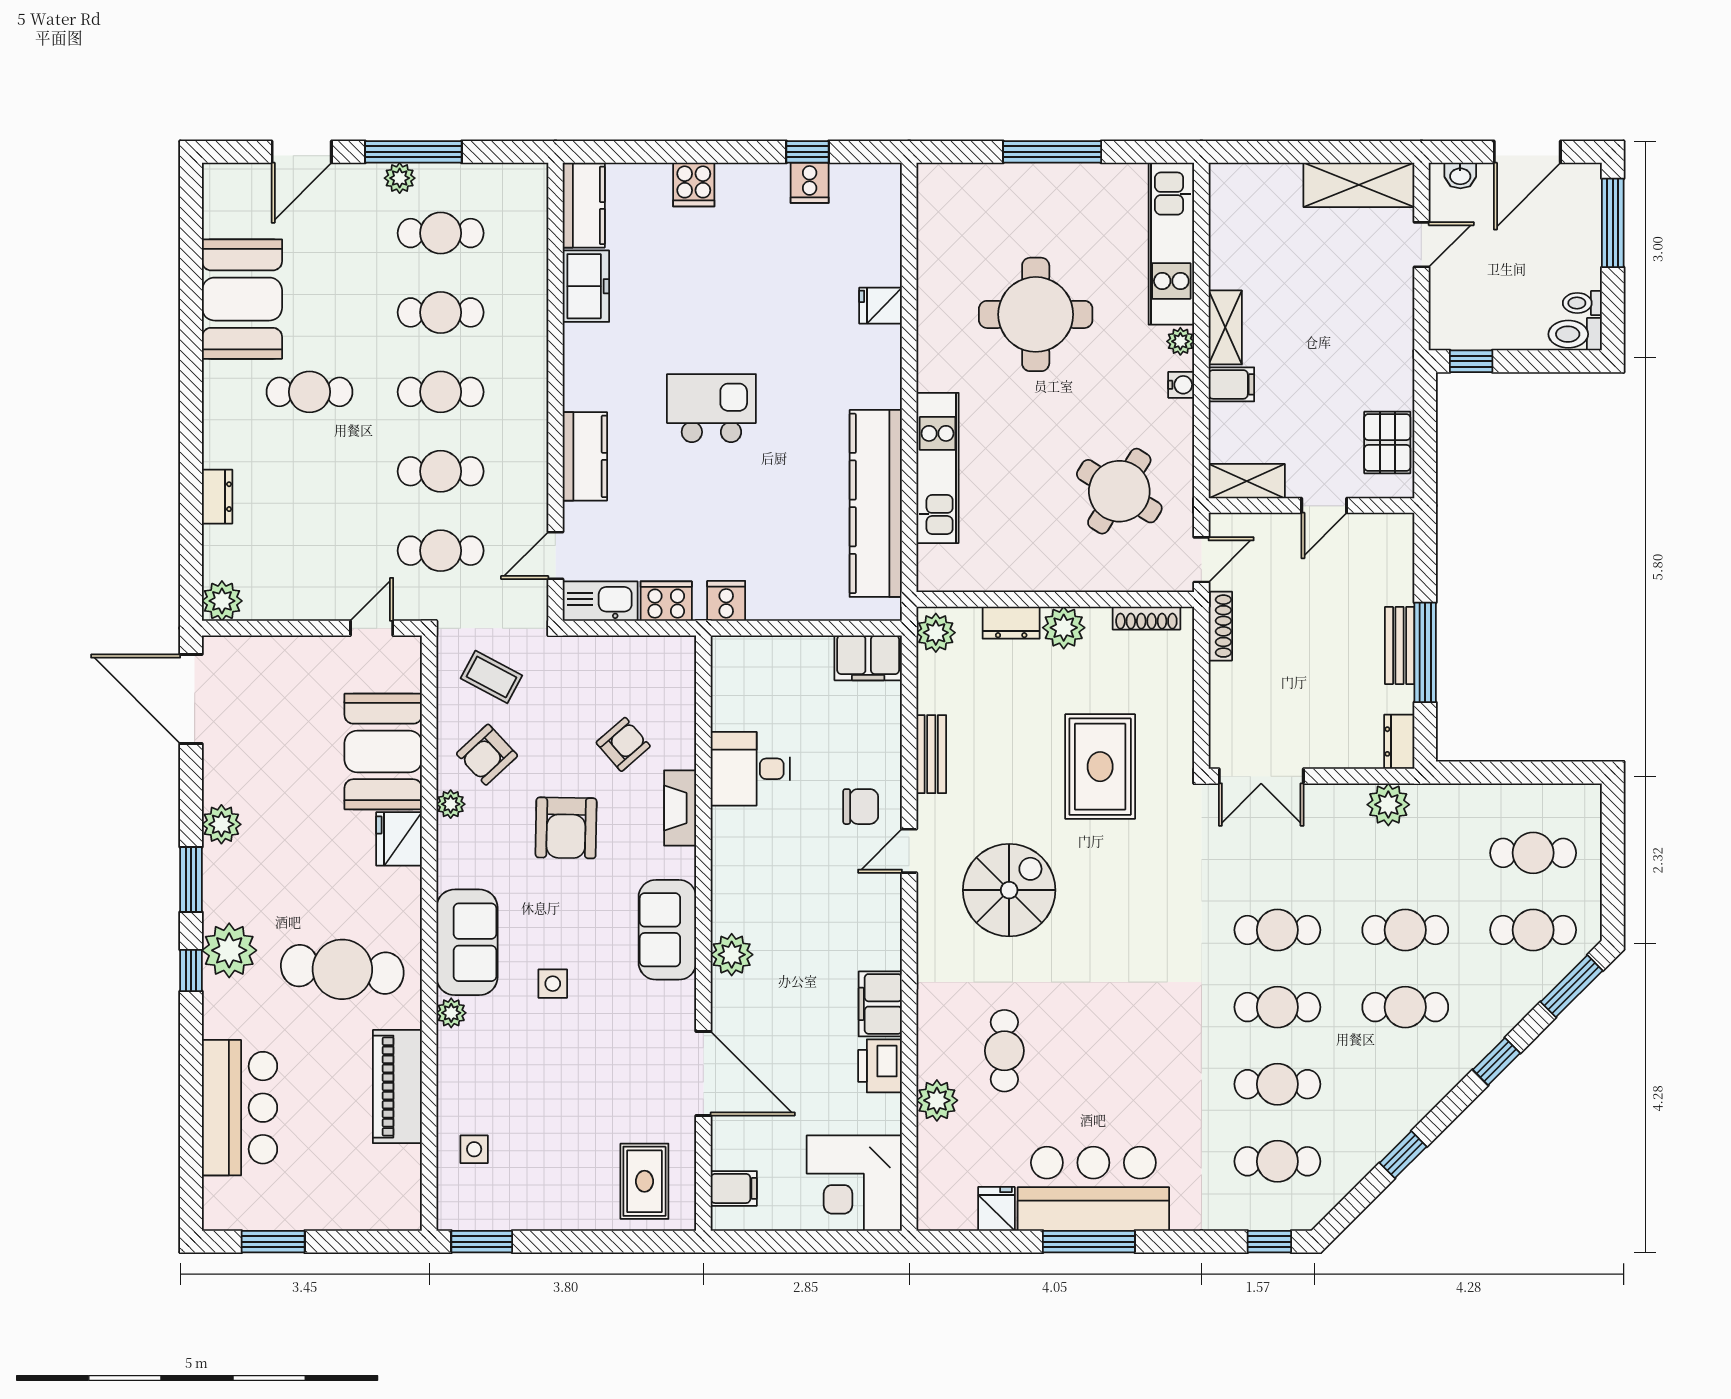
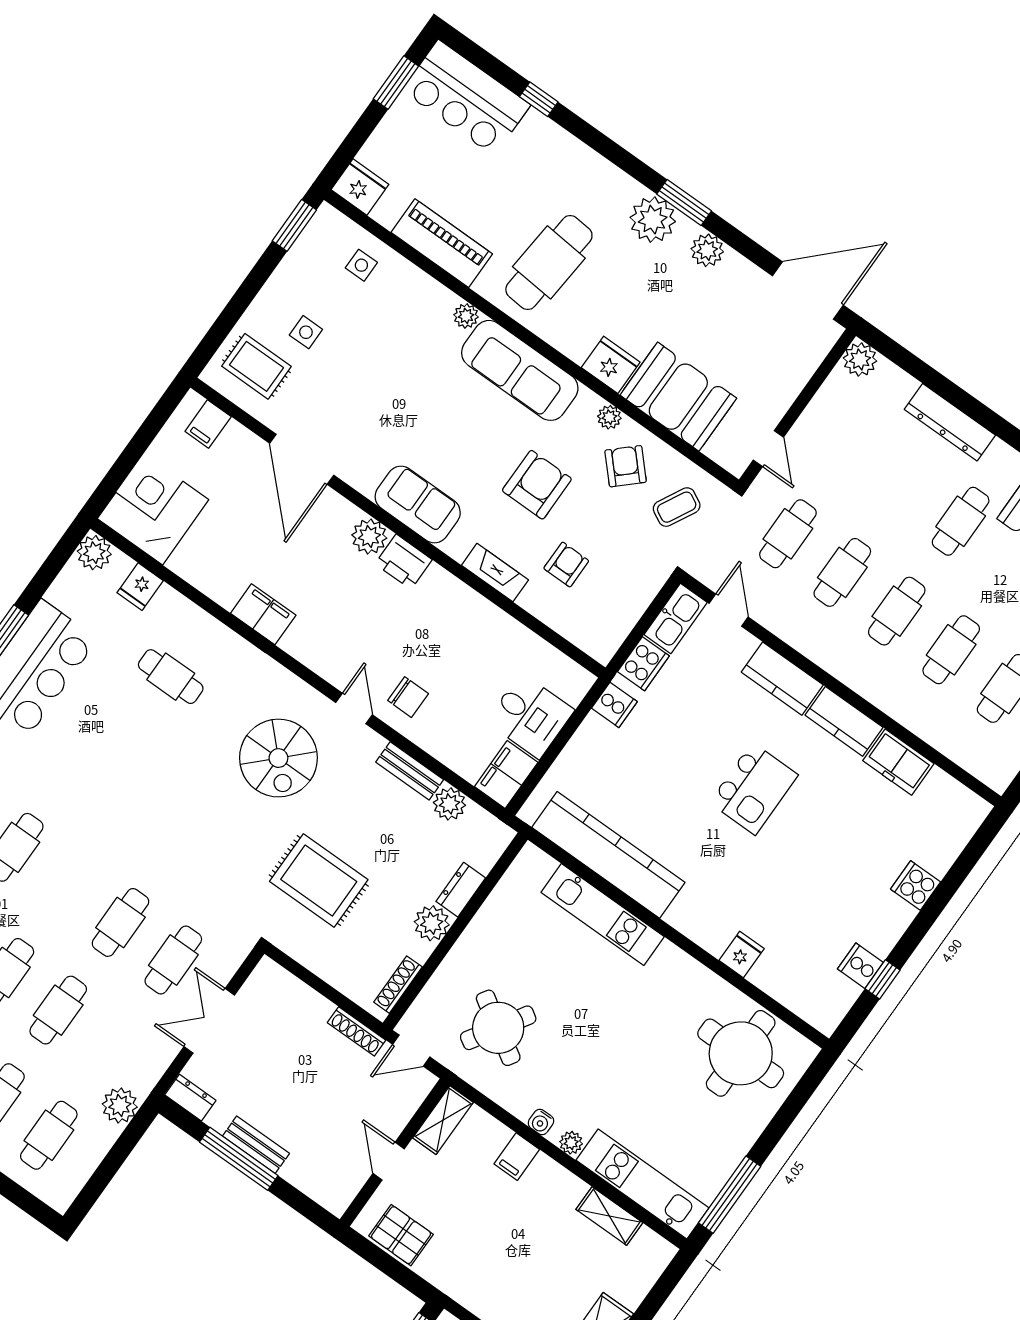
window: (1052, 152) -> (730, 1195), moved
kitchen counter: (584, 205) -> (844, 721), moved
round table: (1036, 314) -> (741, 1053), moved
shelving: (1225, 327) -> (609, 1216), moved
dresser: (217, 497) -> (950, 422), width x1.96, depth x1.24
door: (1201, 560) -> (411, 1051), hinge flipped
plant: (936, 633) -> (449, 804), moved
armchair: (623, 744) -> (566, 565), turned -139
desk: (750, 769) -> (530, 716), moved, turned 90
double door: (1261, 776) -> (209, 1021), moved
plant: (1388, 805) -> (120, 1105), moved
chair: (861, 807) -> (408, 697), turned -90
armchair: (566, 828) -> (537, 485), turned 89
sofa: (467, 942) -> (520, 370), width x1.36
plant: (229, 950) -> (653, 220), moved
window: (191, 971) -> (539, 99), moved
side table: (553, 984) -> (306, 332), moved
cafe table: (1277, 1007) -> (173, 960), moved
printer: (880, 1066) -> (404, 562), moved, turned 180
door: (703, 1073) -> (302, 459), hinge flipped
plant: (937, 1100) -> (94, 553), moved
bar counter: (240, 1108) -> (466, 98), moved
fridge: (399, 1205) -> (360, 187), added
fridge: (996, 1209) -> (140, 587), moved, turned 90

